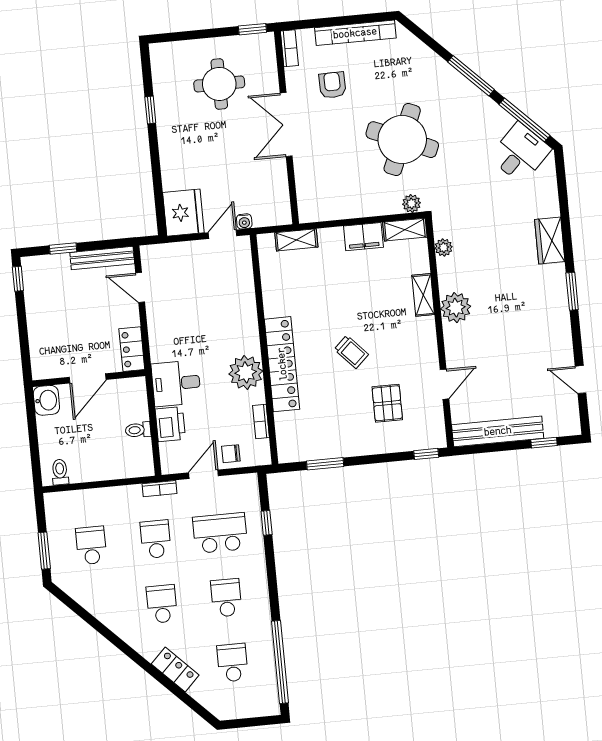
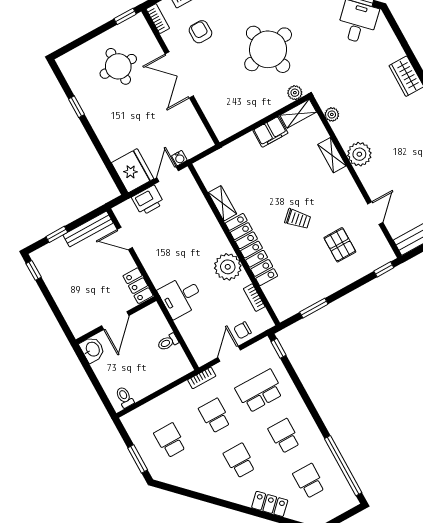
round table: (402, 140) -> (268, 49), turned -36
shelving: (296, 240) -> (222, 203), moved, turned 90
printer: (170, 424) -> (148, 200), moved, turned 90
window: (267, 523) -> (278, 348), moved

